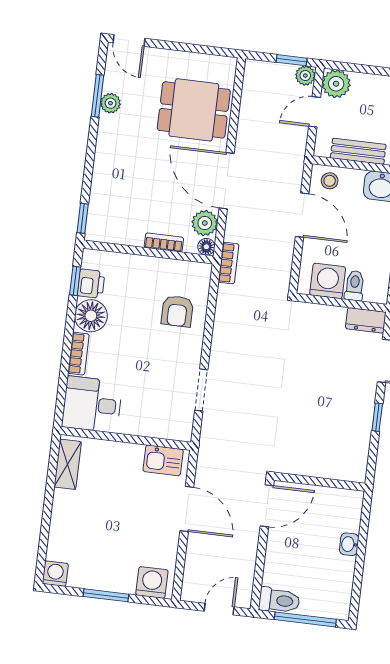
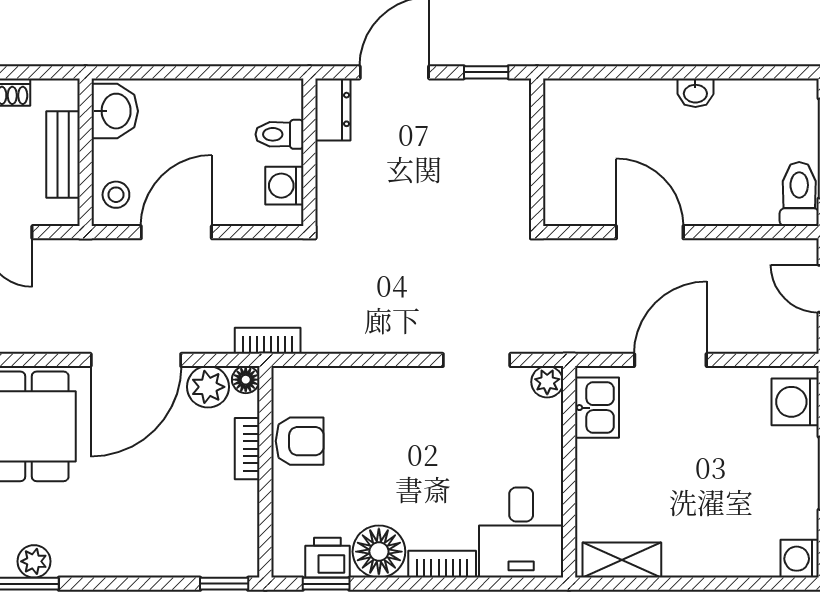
washing machine: (328, 281) -> (284, 186), width x0.73, depth x0.73
armchair: (177, 311) -> (300, 441), moved
plant: (183, 432) -> (547, 382), added
wall: (320, 482) -> (537, 152), moved

